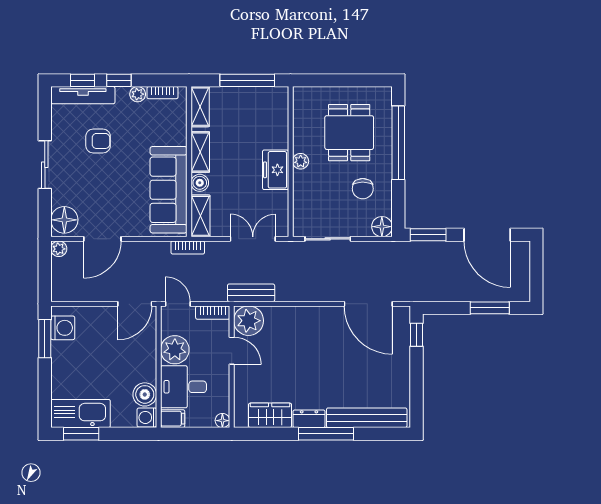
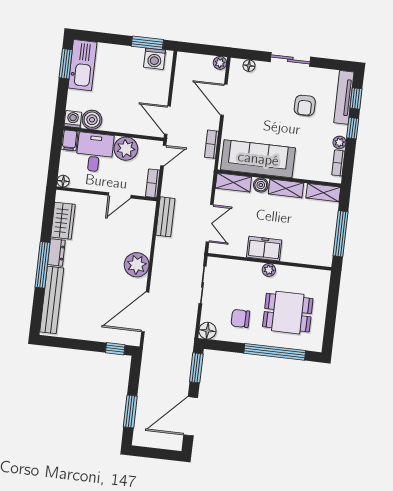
floor lamp: (64, 220) -> (249, 66), width x0.53, depth x0.53
bookcase: (188, 248) -> (212, 144), moved
plant: (249, 321) -> (137, 265), moved

